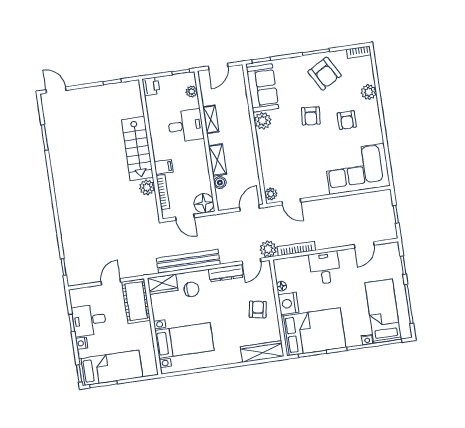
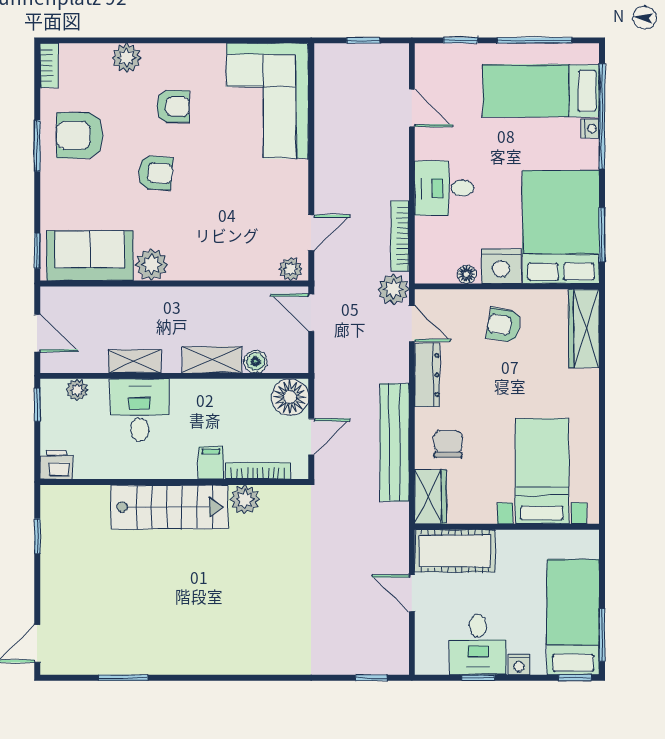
armchair: (325, 74) -> (80, 135), turned -150

